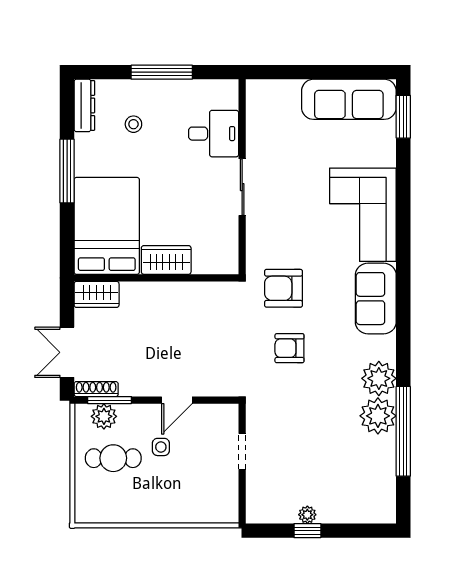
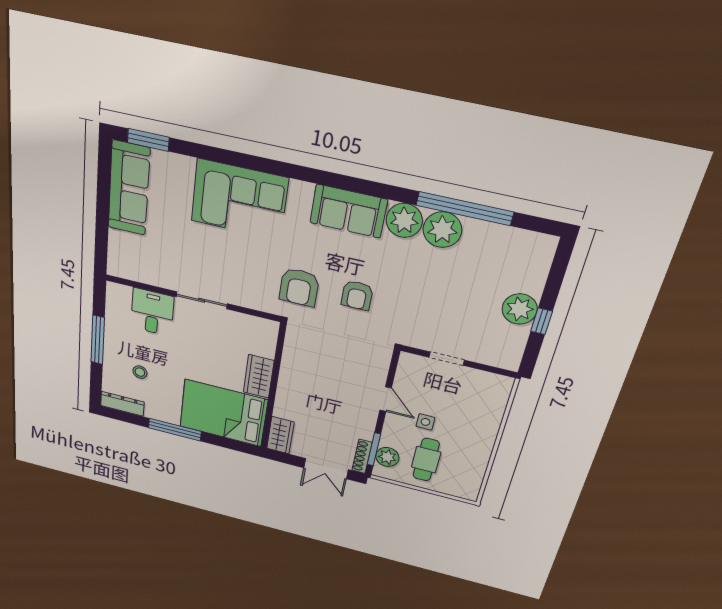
sofa: (376, 299) -> (349, 211), moved
plant: (307, 515) -> (520, 309), width x1.88, depth x1.88

